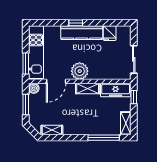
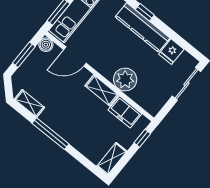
sliding door: (134, 59) -> (186, 84), moved
plant: (80, 71) -> (125, 79), moved
freezer: (116, 90) -> (125, 112), width x0.71
window: (104, 138) -> (50, 134), moved

